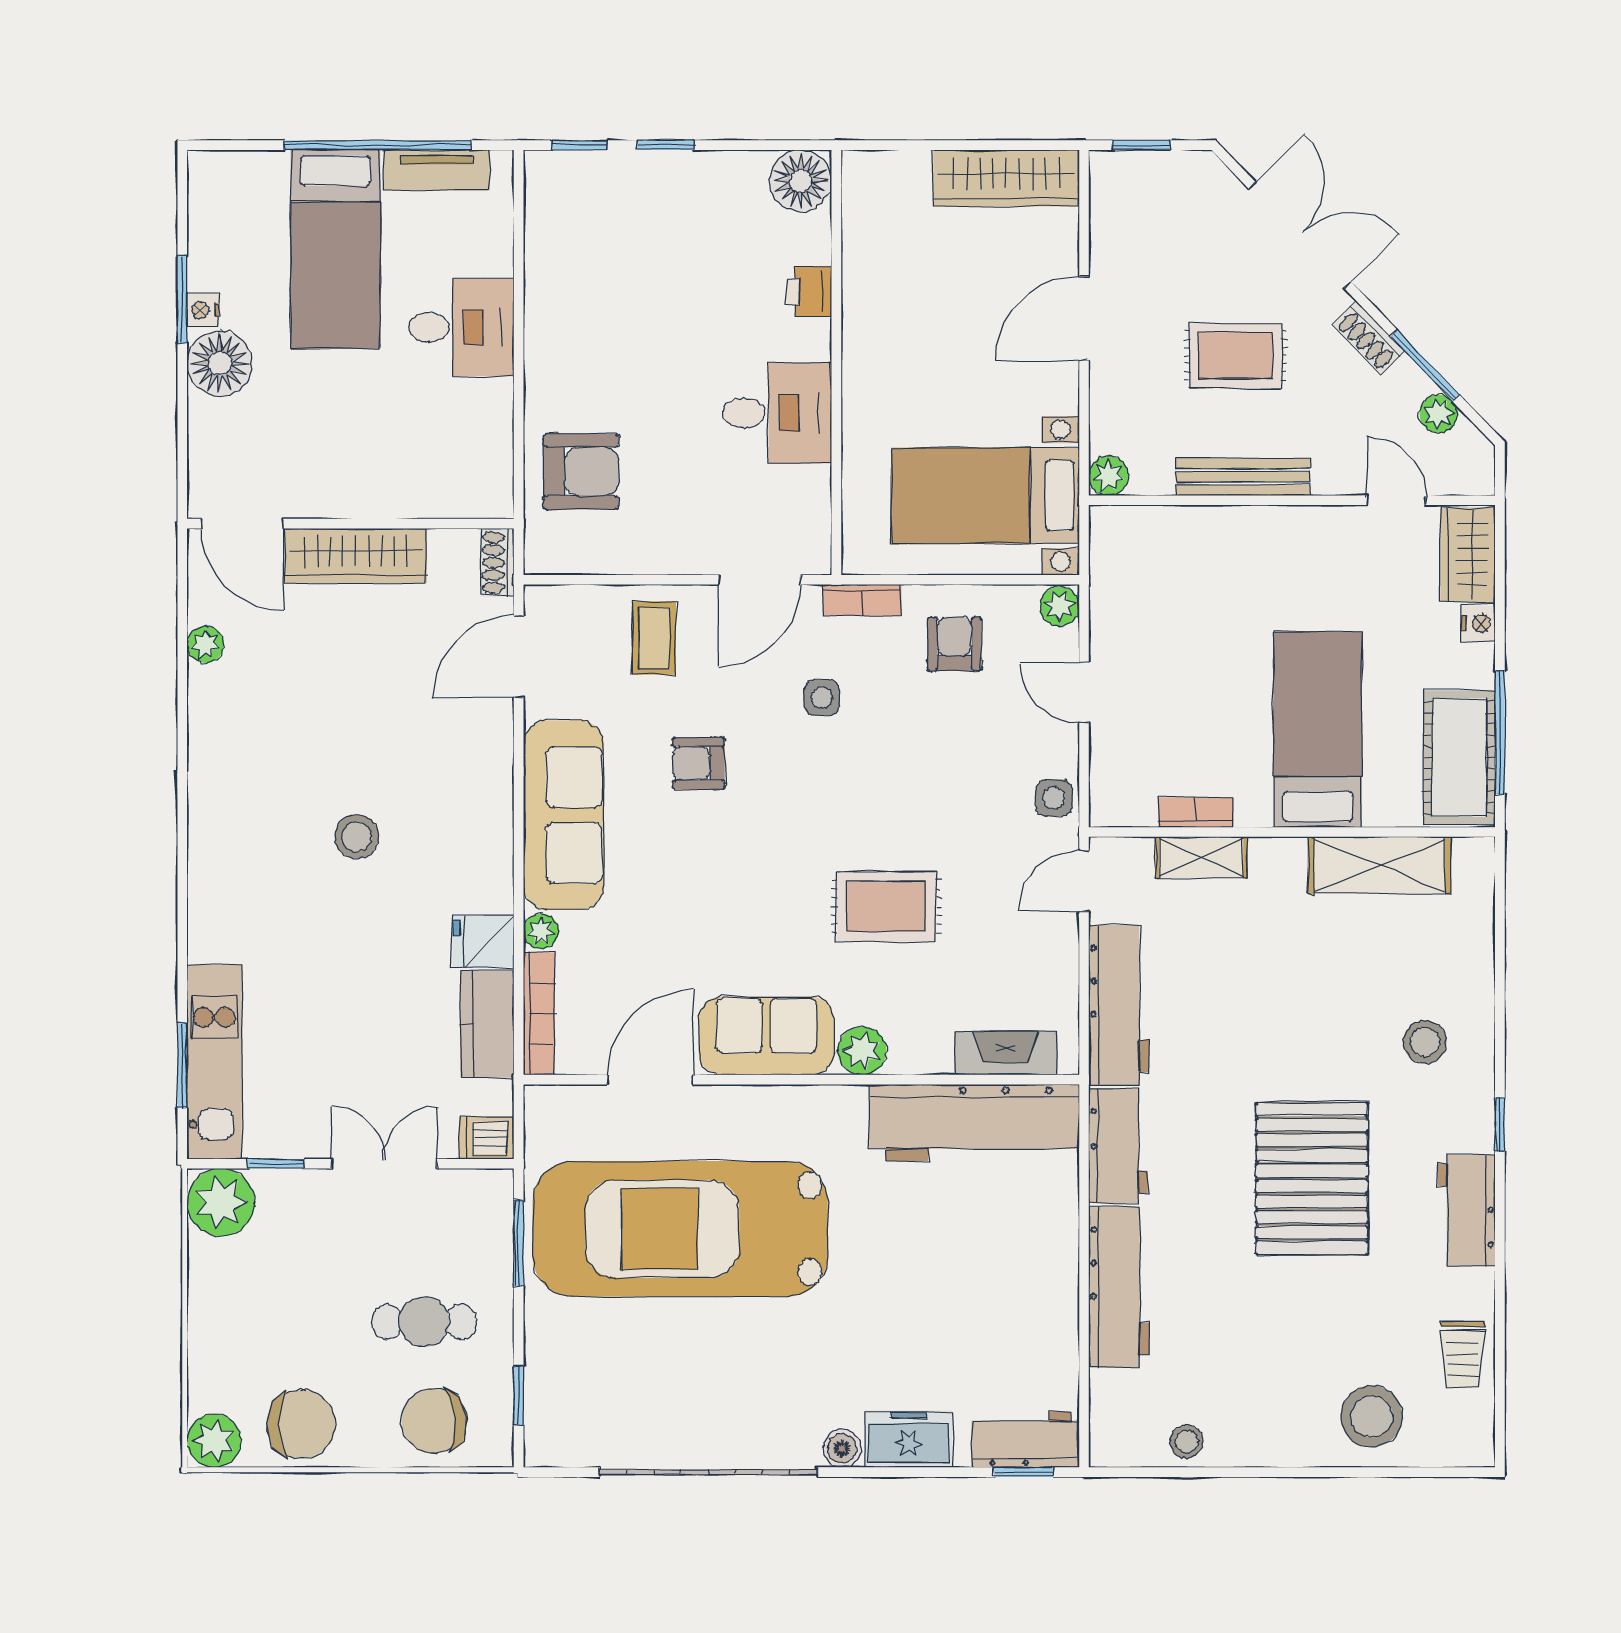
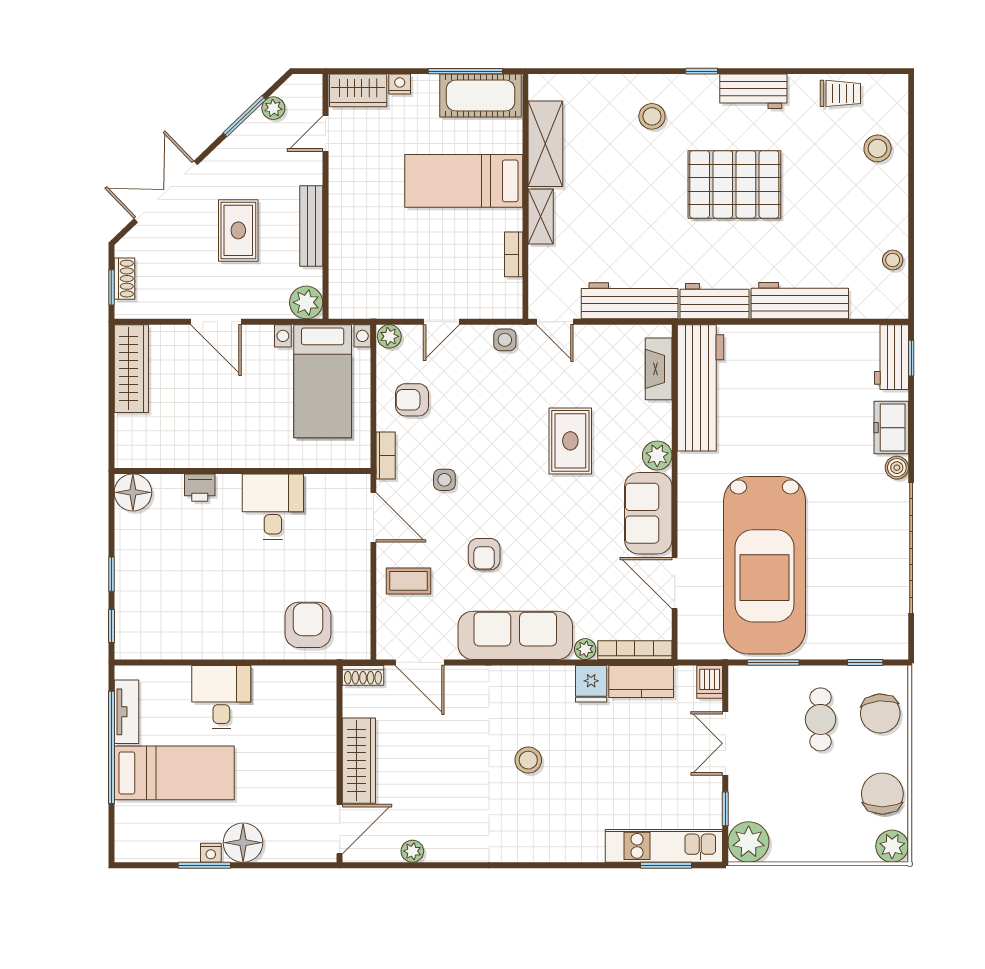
shoe rack: (1369, 338) -> (124, 279), moved, turned -46
plant: (1109, 476) -> (306, 302), width x1.38, depth x1.38
shelving: (1201, 857) -> (541, 217), moved
stool: (1372, 1416) -> (878, 148), width x0.73, depth x0.73

